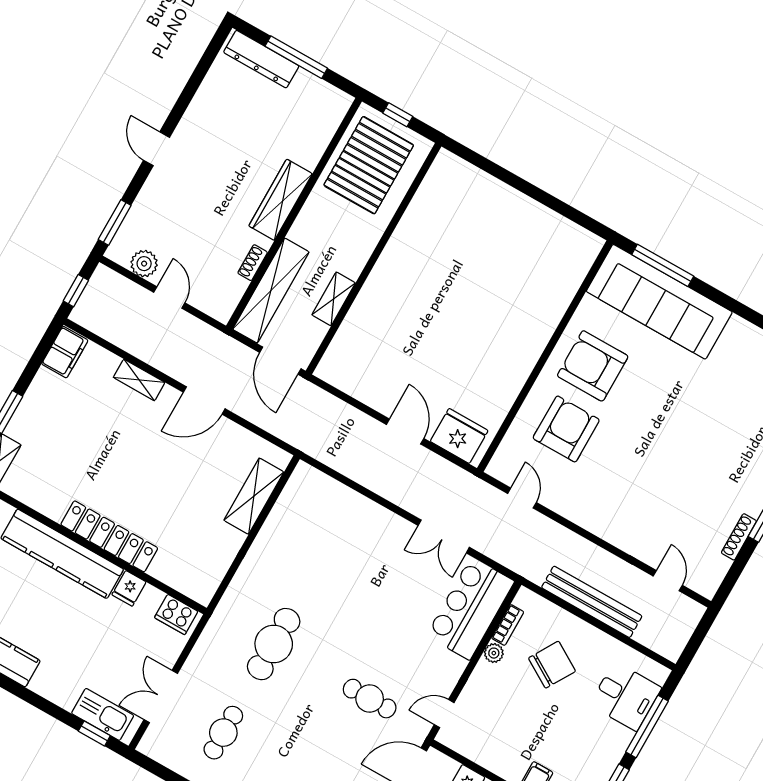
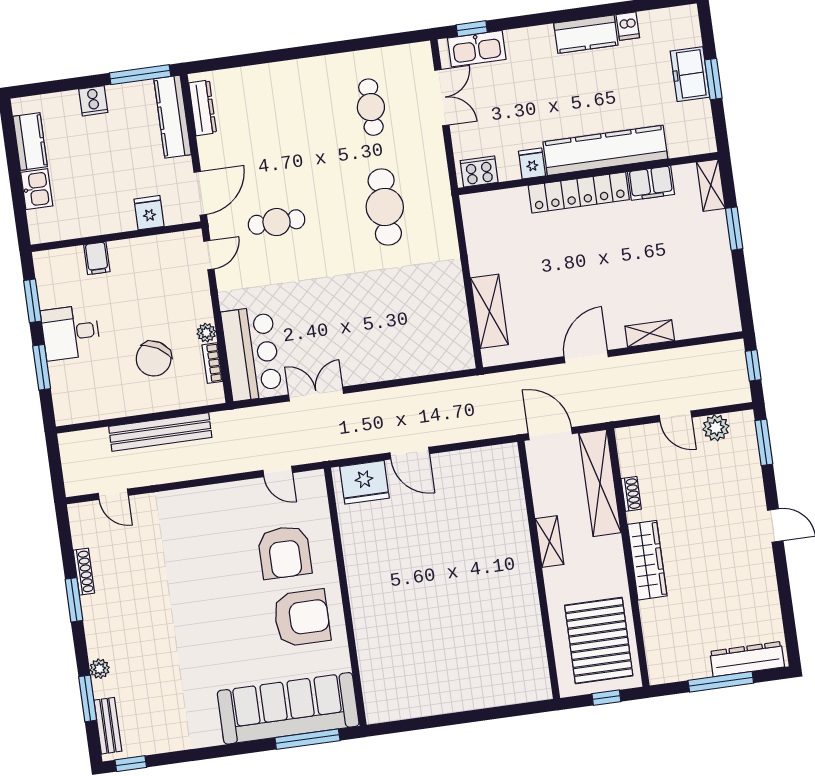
shelving: (334, 299) -> (550, 542), moved
filing cabinet: (65, 352) -> (651, 183), moved, turned -90
desk: (625, 696) -> (71, 332), moved
window: (647, 727) -> (42, 367), width x0.69

